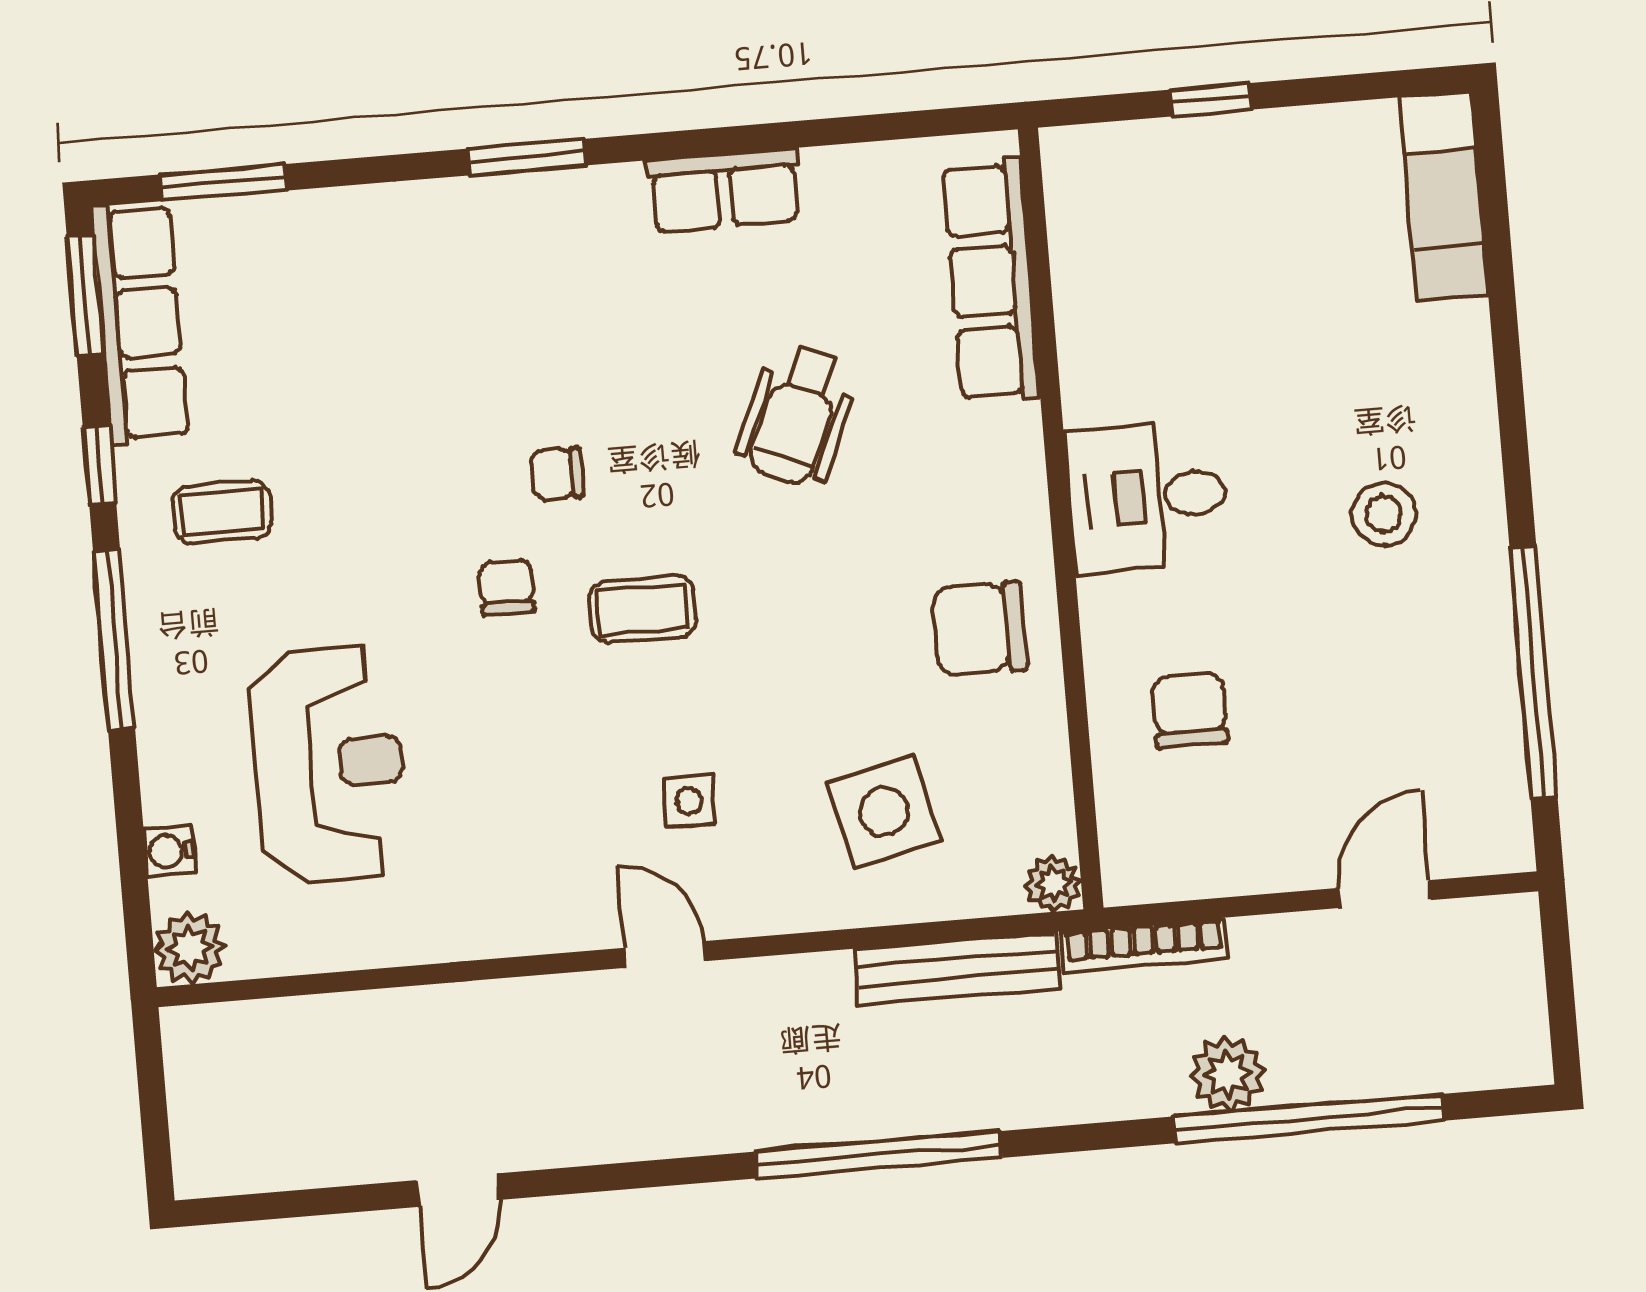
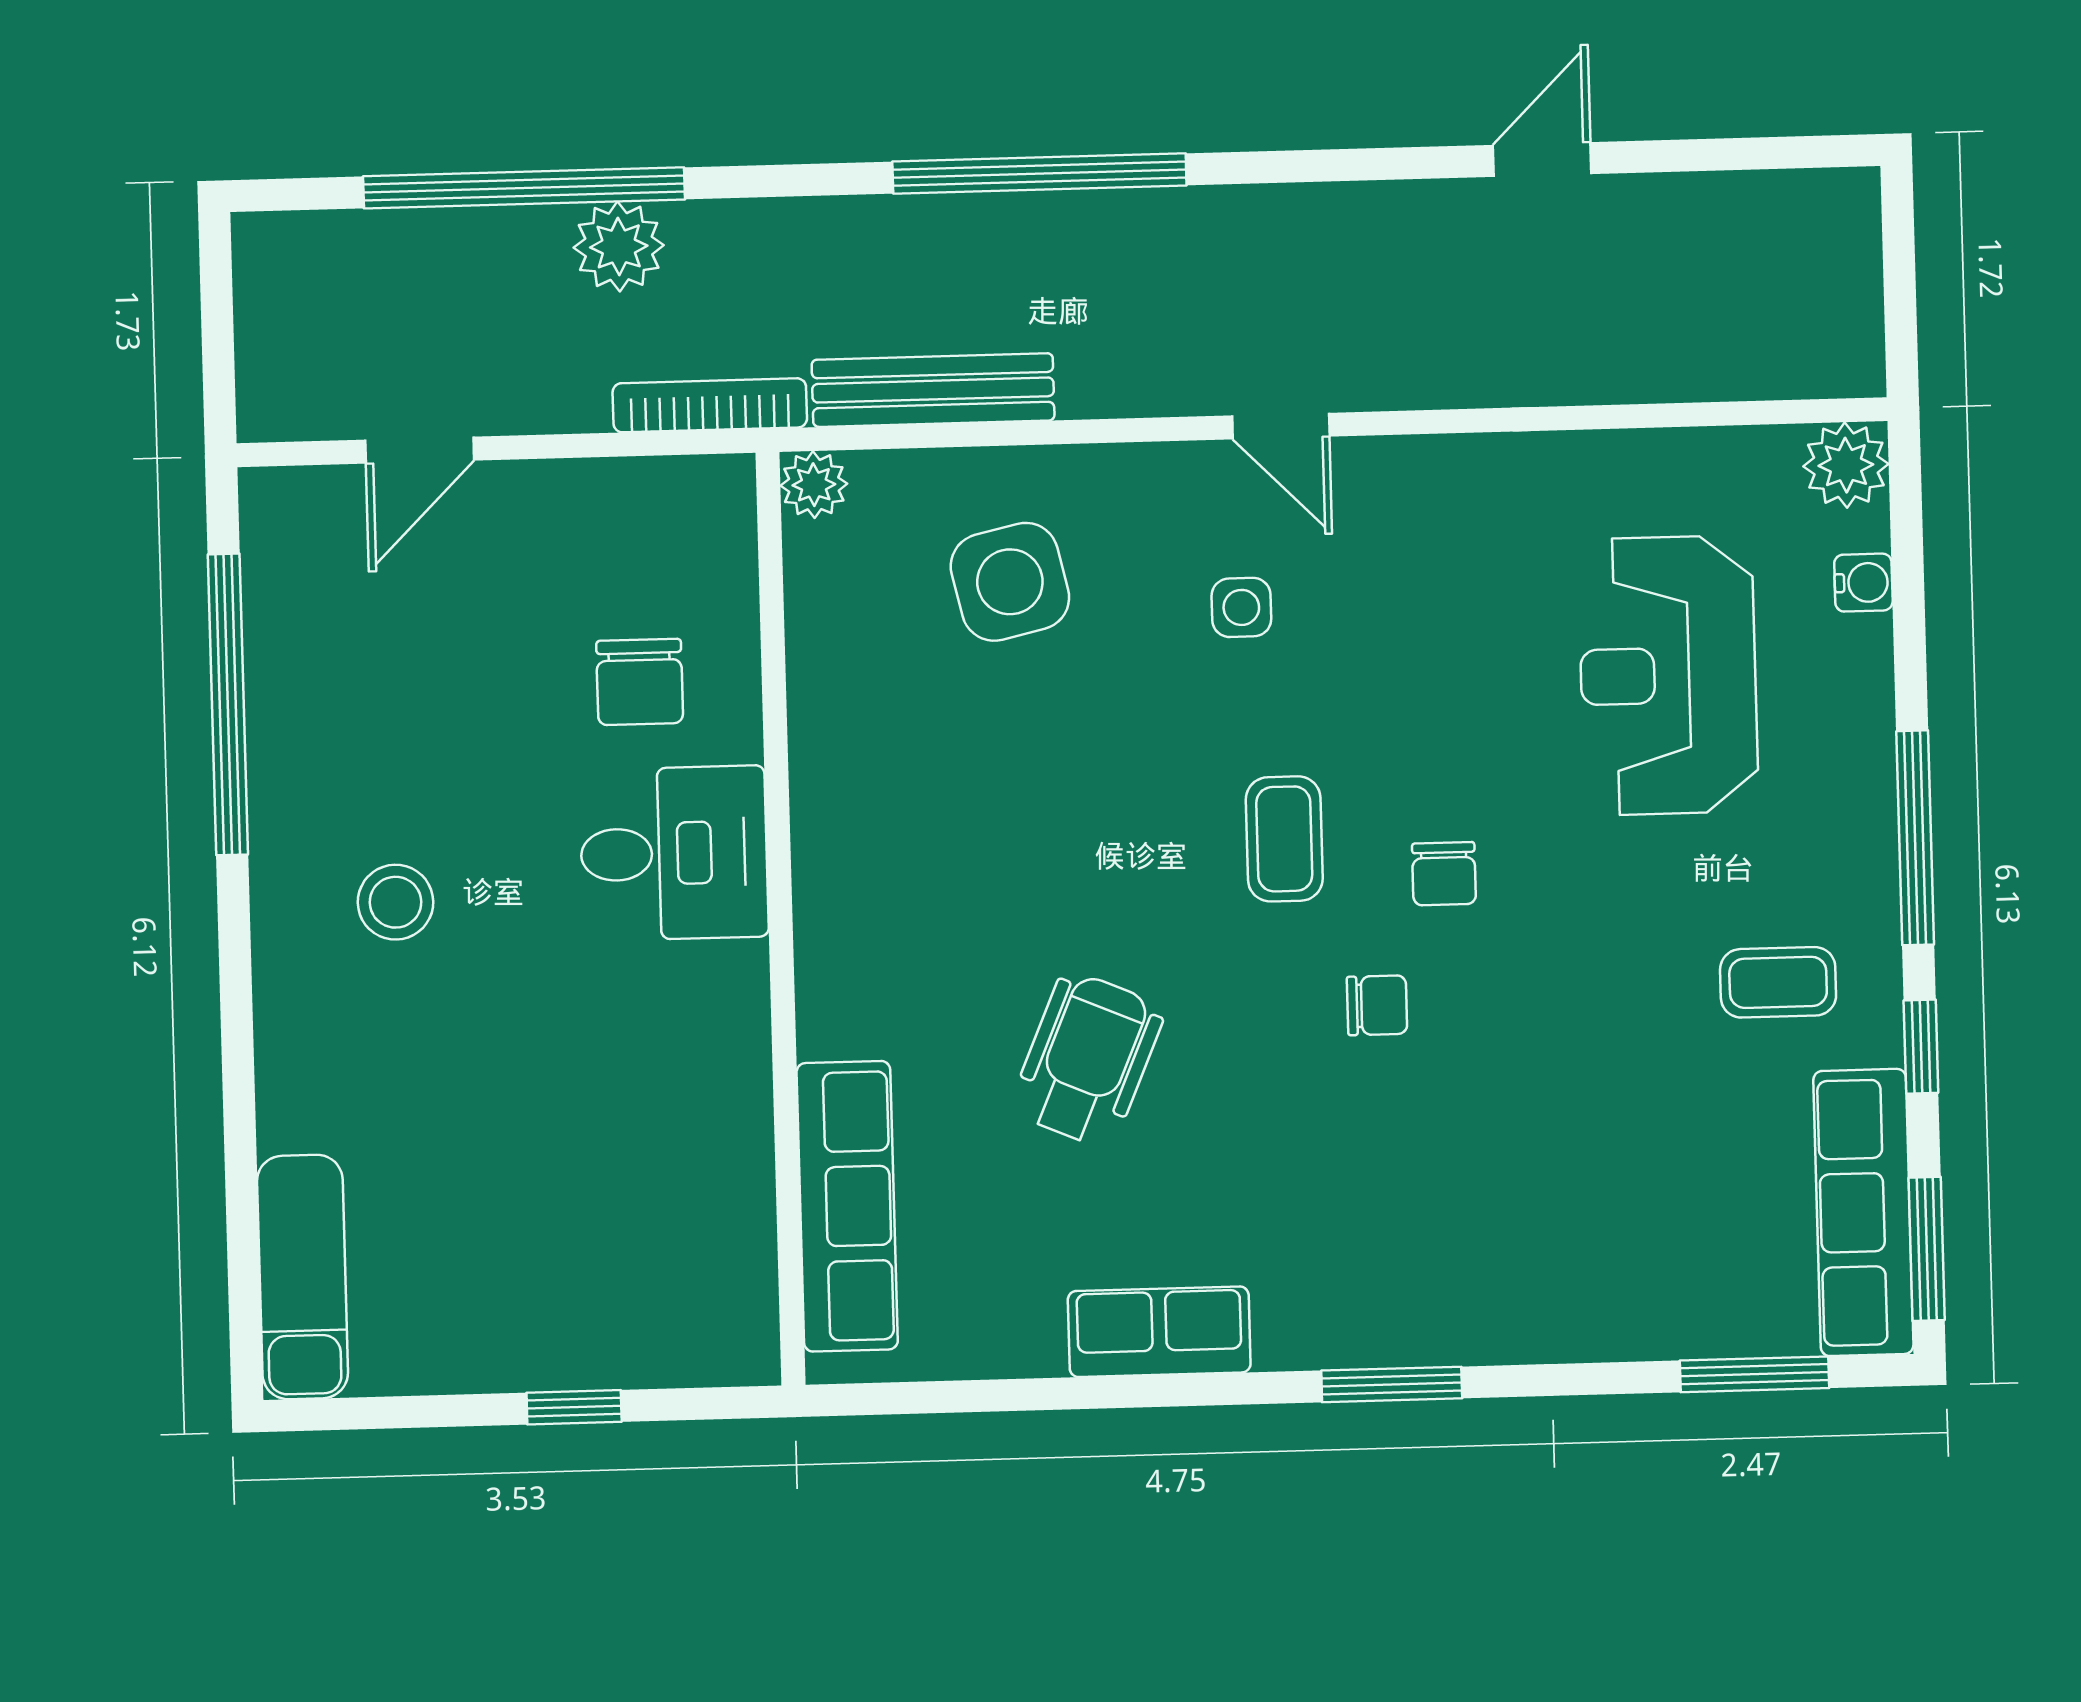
desk: (1147, 497) -> (674, 853), moved
coffee table: (642, 609) -> (1284, 839), turned 90
chair: (980, 629) -> (884, 793), removed

